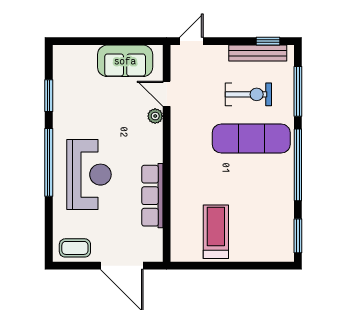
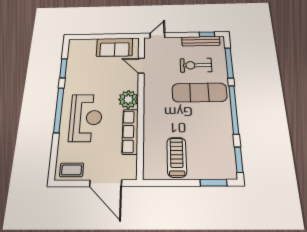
exercise bike: (248, 94) -> (196, 65), turned 180
plant: (155, 116) -> (128, 99), moved, width x1.88, depth x1.88
window: (262, 266) -> (213, 183), added

